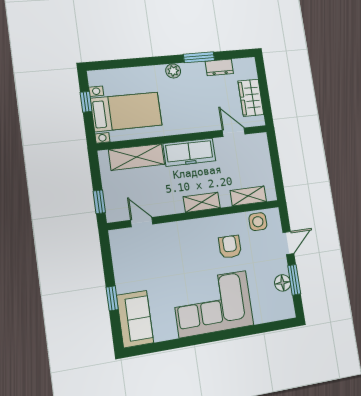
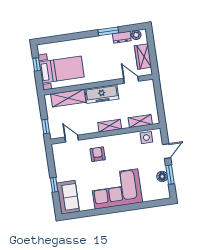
plant: (173, 71) -> (136, 35), moved
armchair: (230, 247) -> (98, 154), moved

